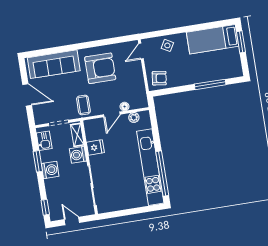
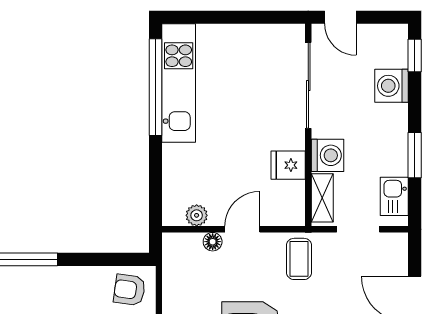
kitchen unit: (150, 167) -> (179, 83), width x0.73
washing machine: (50, 170) -> (392, 86), moved
door: (72, 221) -> (340, 17), moved

